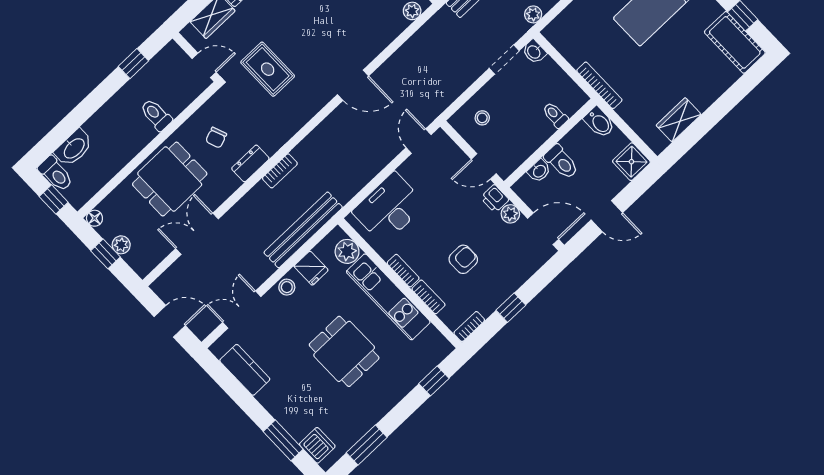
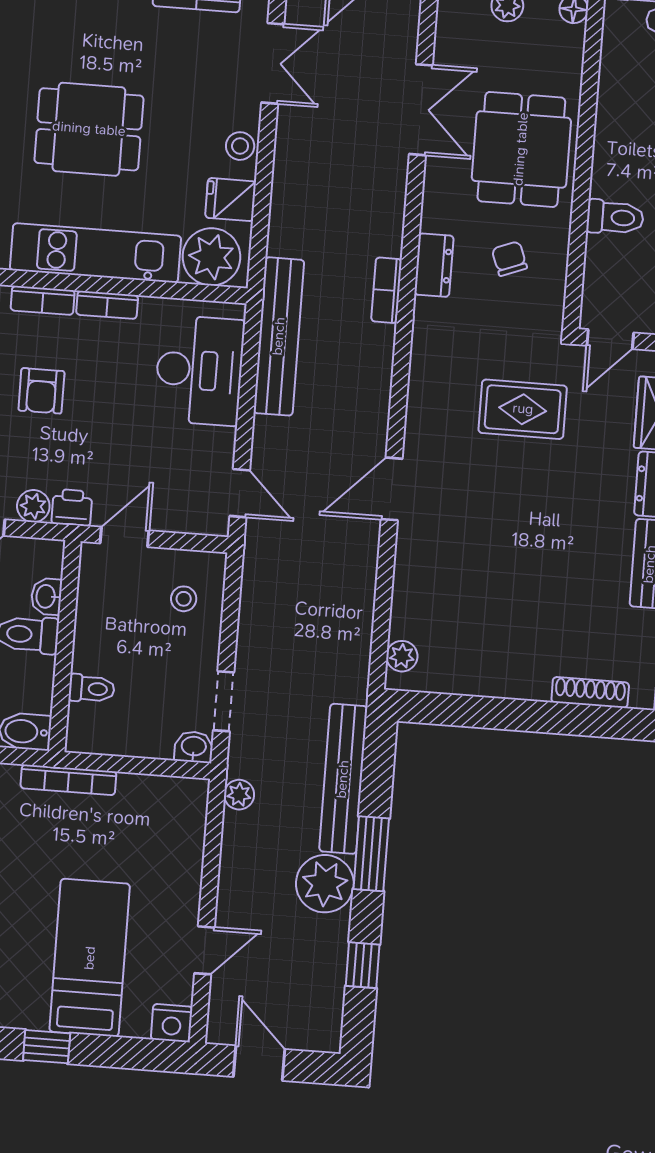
bench: (303, 230) -> (279, 336), moved
plant: (347, 251) -> (211, 257), width x1.36, depth x1.36

